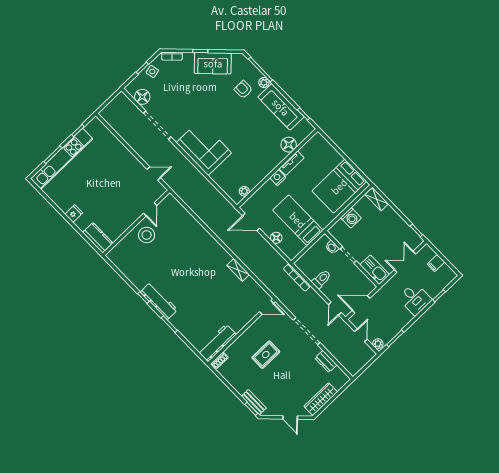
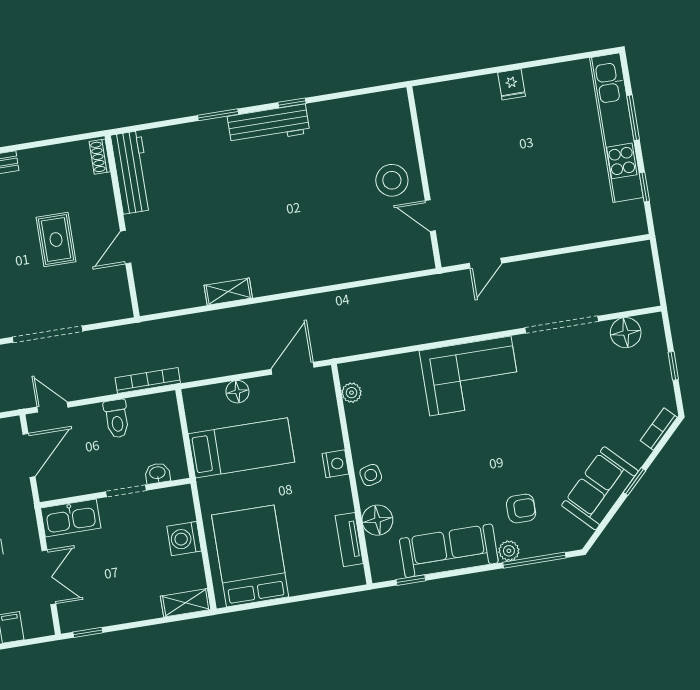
side table: (152, 71) -> (371, 475), moved
tv unit: (292, 163) -> (349, 540), moved
kitchen counter: (98, 238) -> (444, 96), removed
door: (266, 307) -> (126, 247), moved

